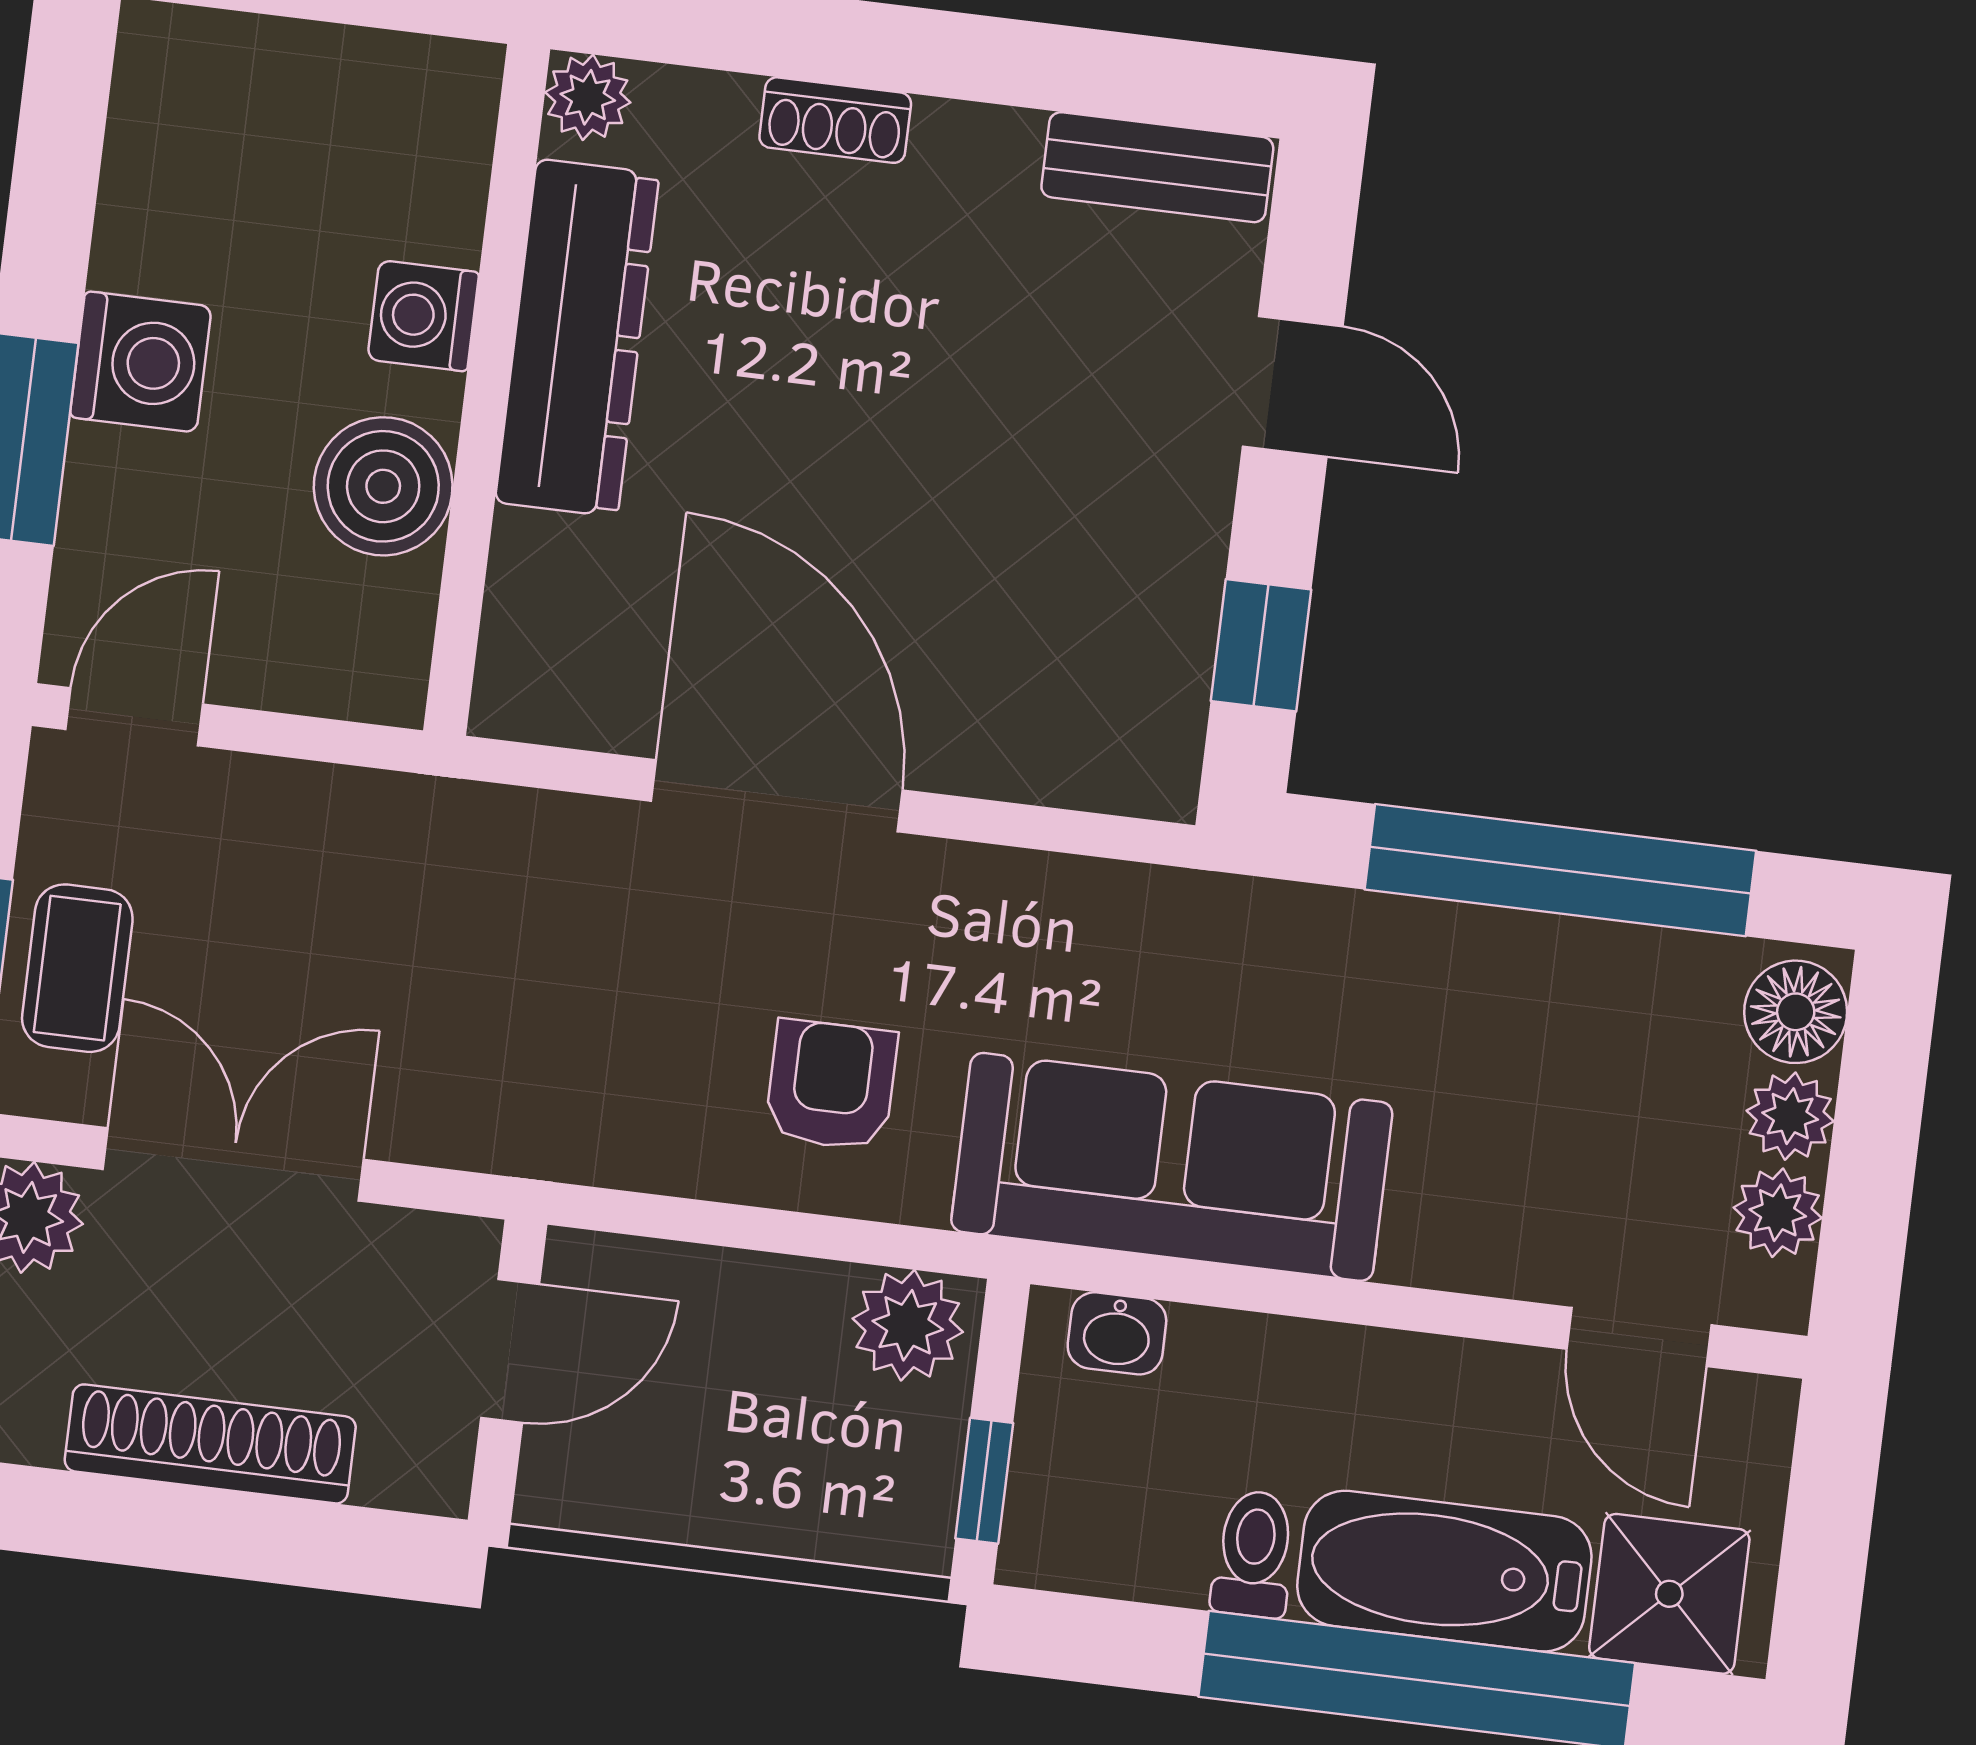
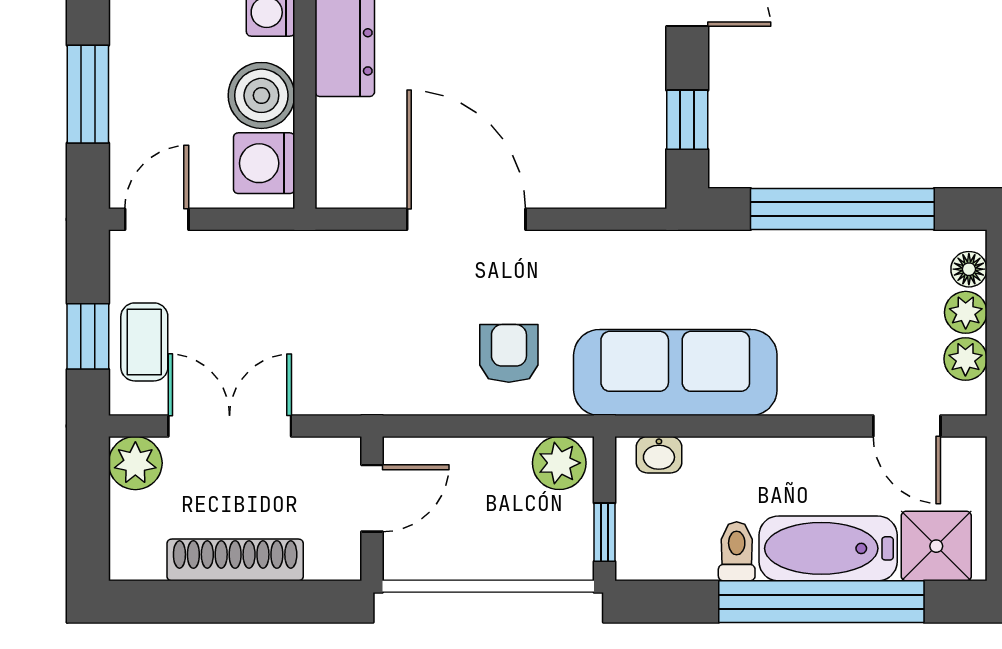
washing machine: (141, 362) -> (264, 163), moved, turned 180
floor lamp: (1796, 1012) -> (969, 269), width x0.73, depth x0.73

